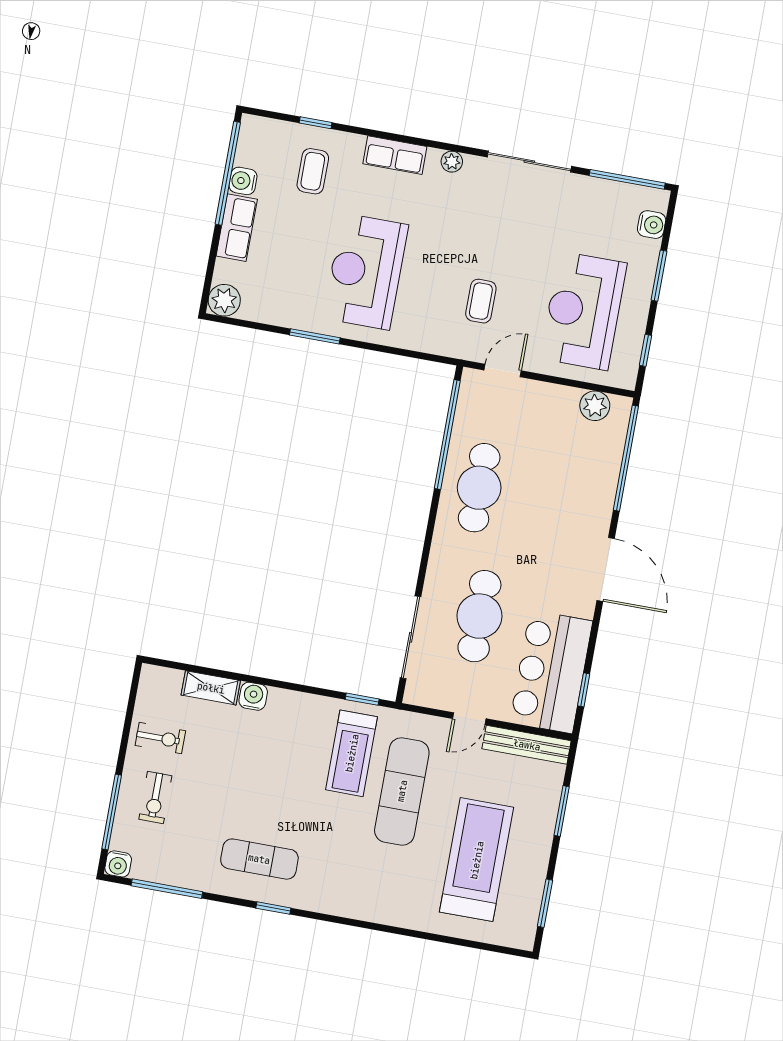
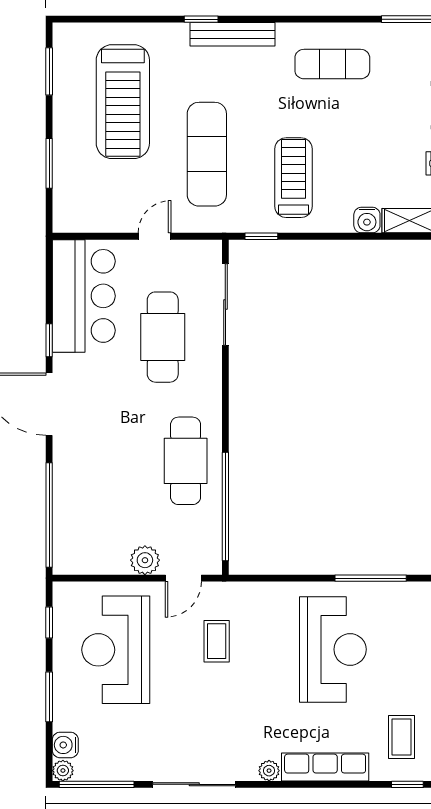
row of seats: (395, 155) -> (325, 767), width x1.48
plant: (659, 199) -> (63, 771), added
reception desk: (583, 311) -> (116, 650), turned 180
window: (315, 336) -> (371, 578), width x1.44
plant: (595, 406) -> (145, 560), moved
window: (584, 690) -> (49, 340), moved
bench: (527, 745) -> (232, 34), moved
treadmill: (352, 753) -> (294, 178), moved
window: (273, 908) -> (201, 19), moved

